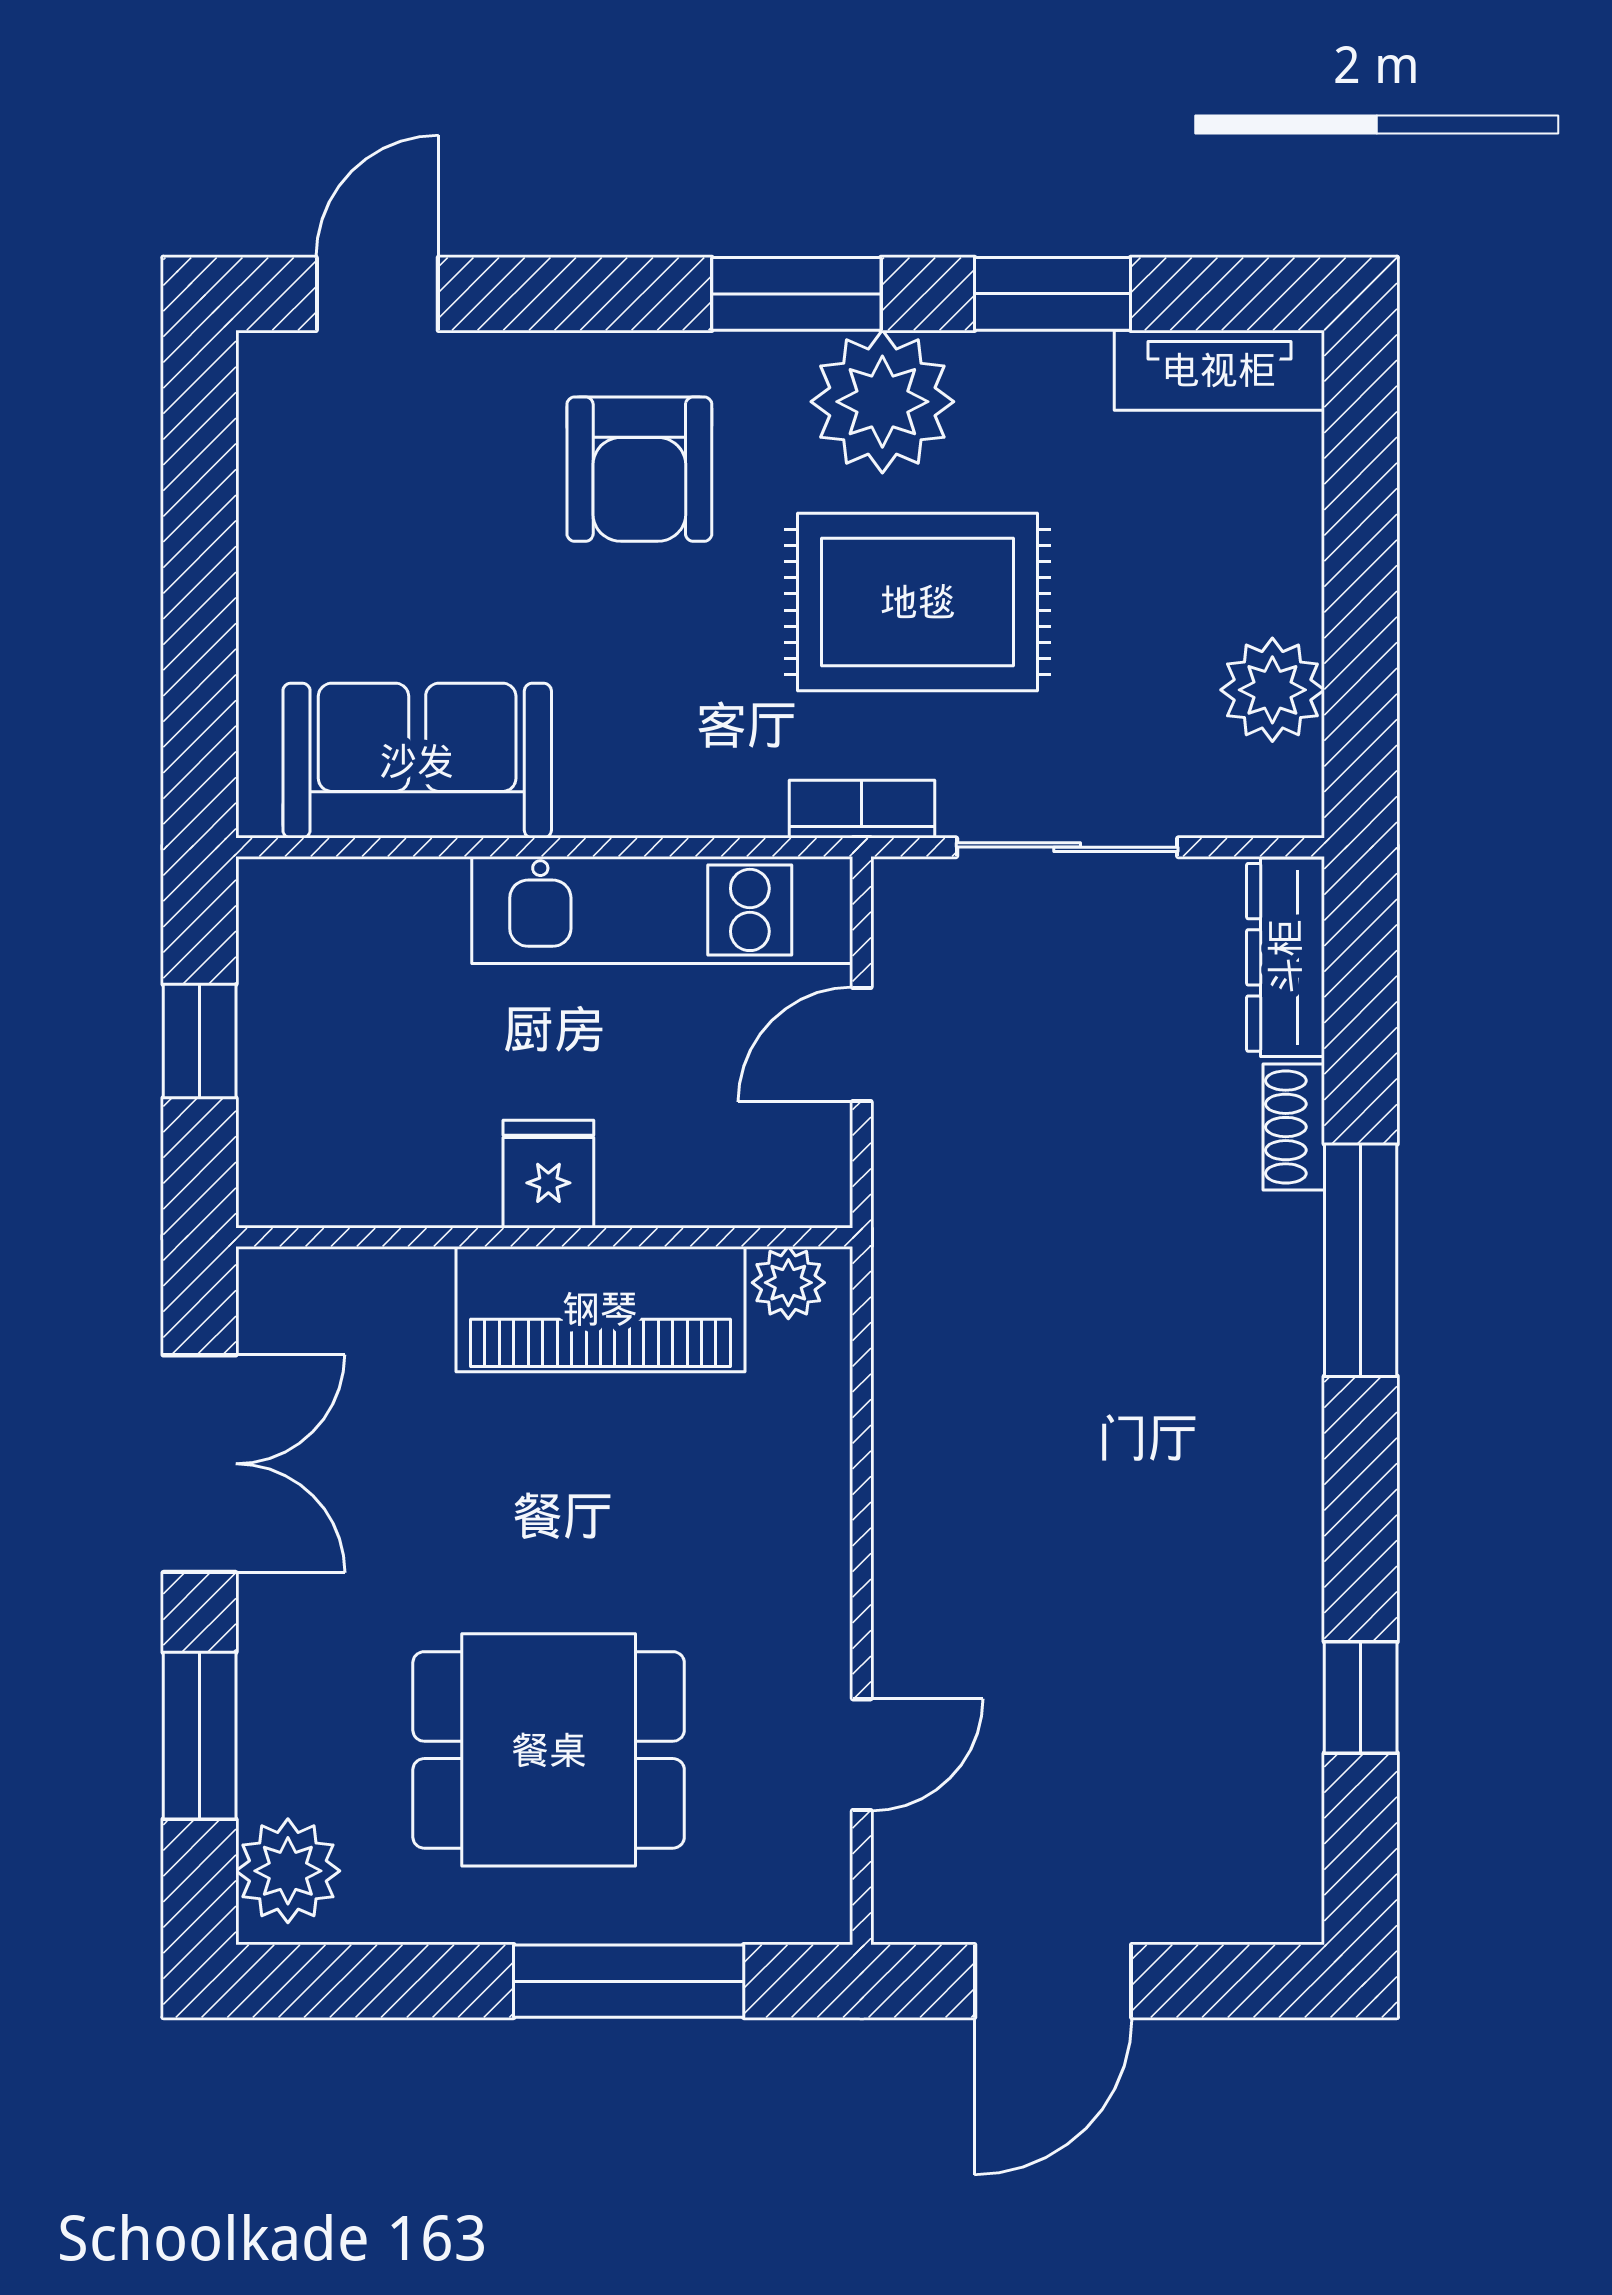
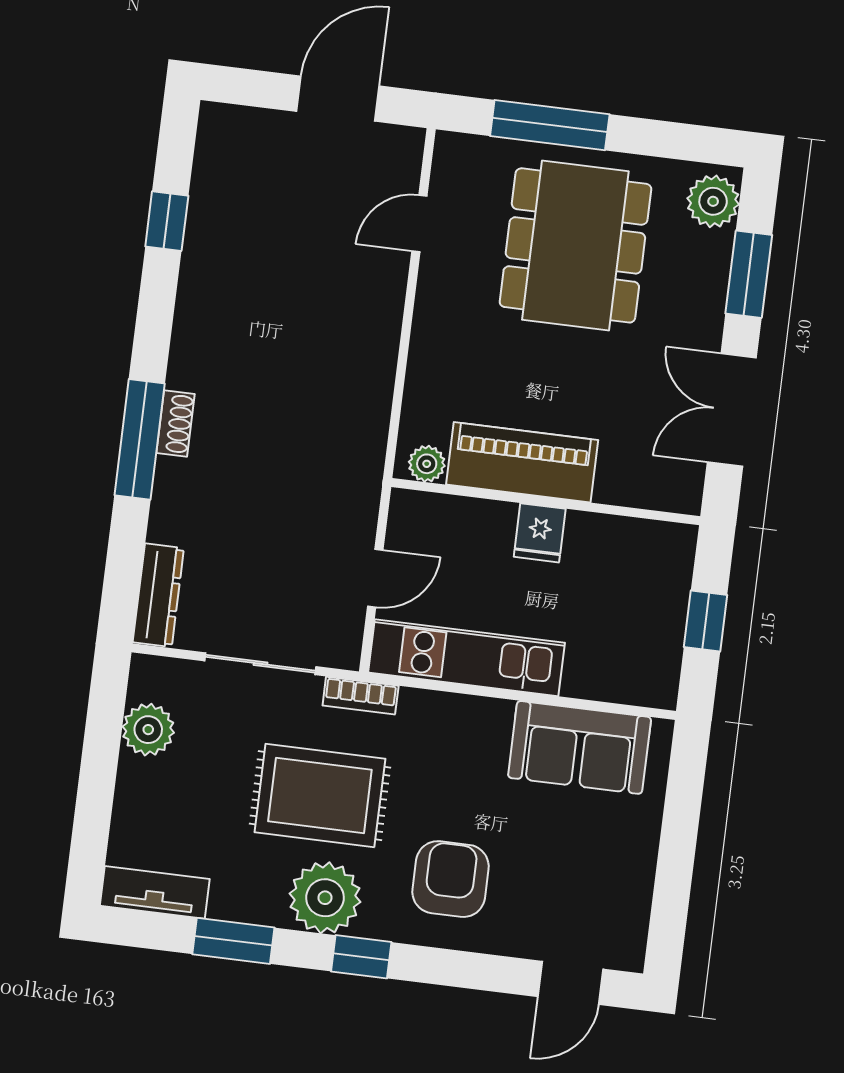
window: (796, 294) -> (361, 957), width x0.67
shoe rack: (1294, 1127) -> (176, 423), moved
dining table: (549, 1750) -> (575, 245), width x1.38

